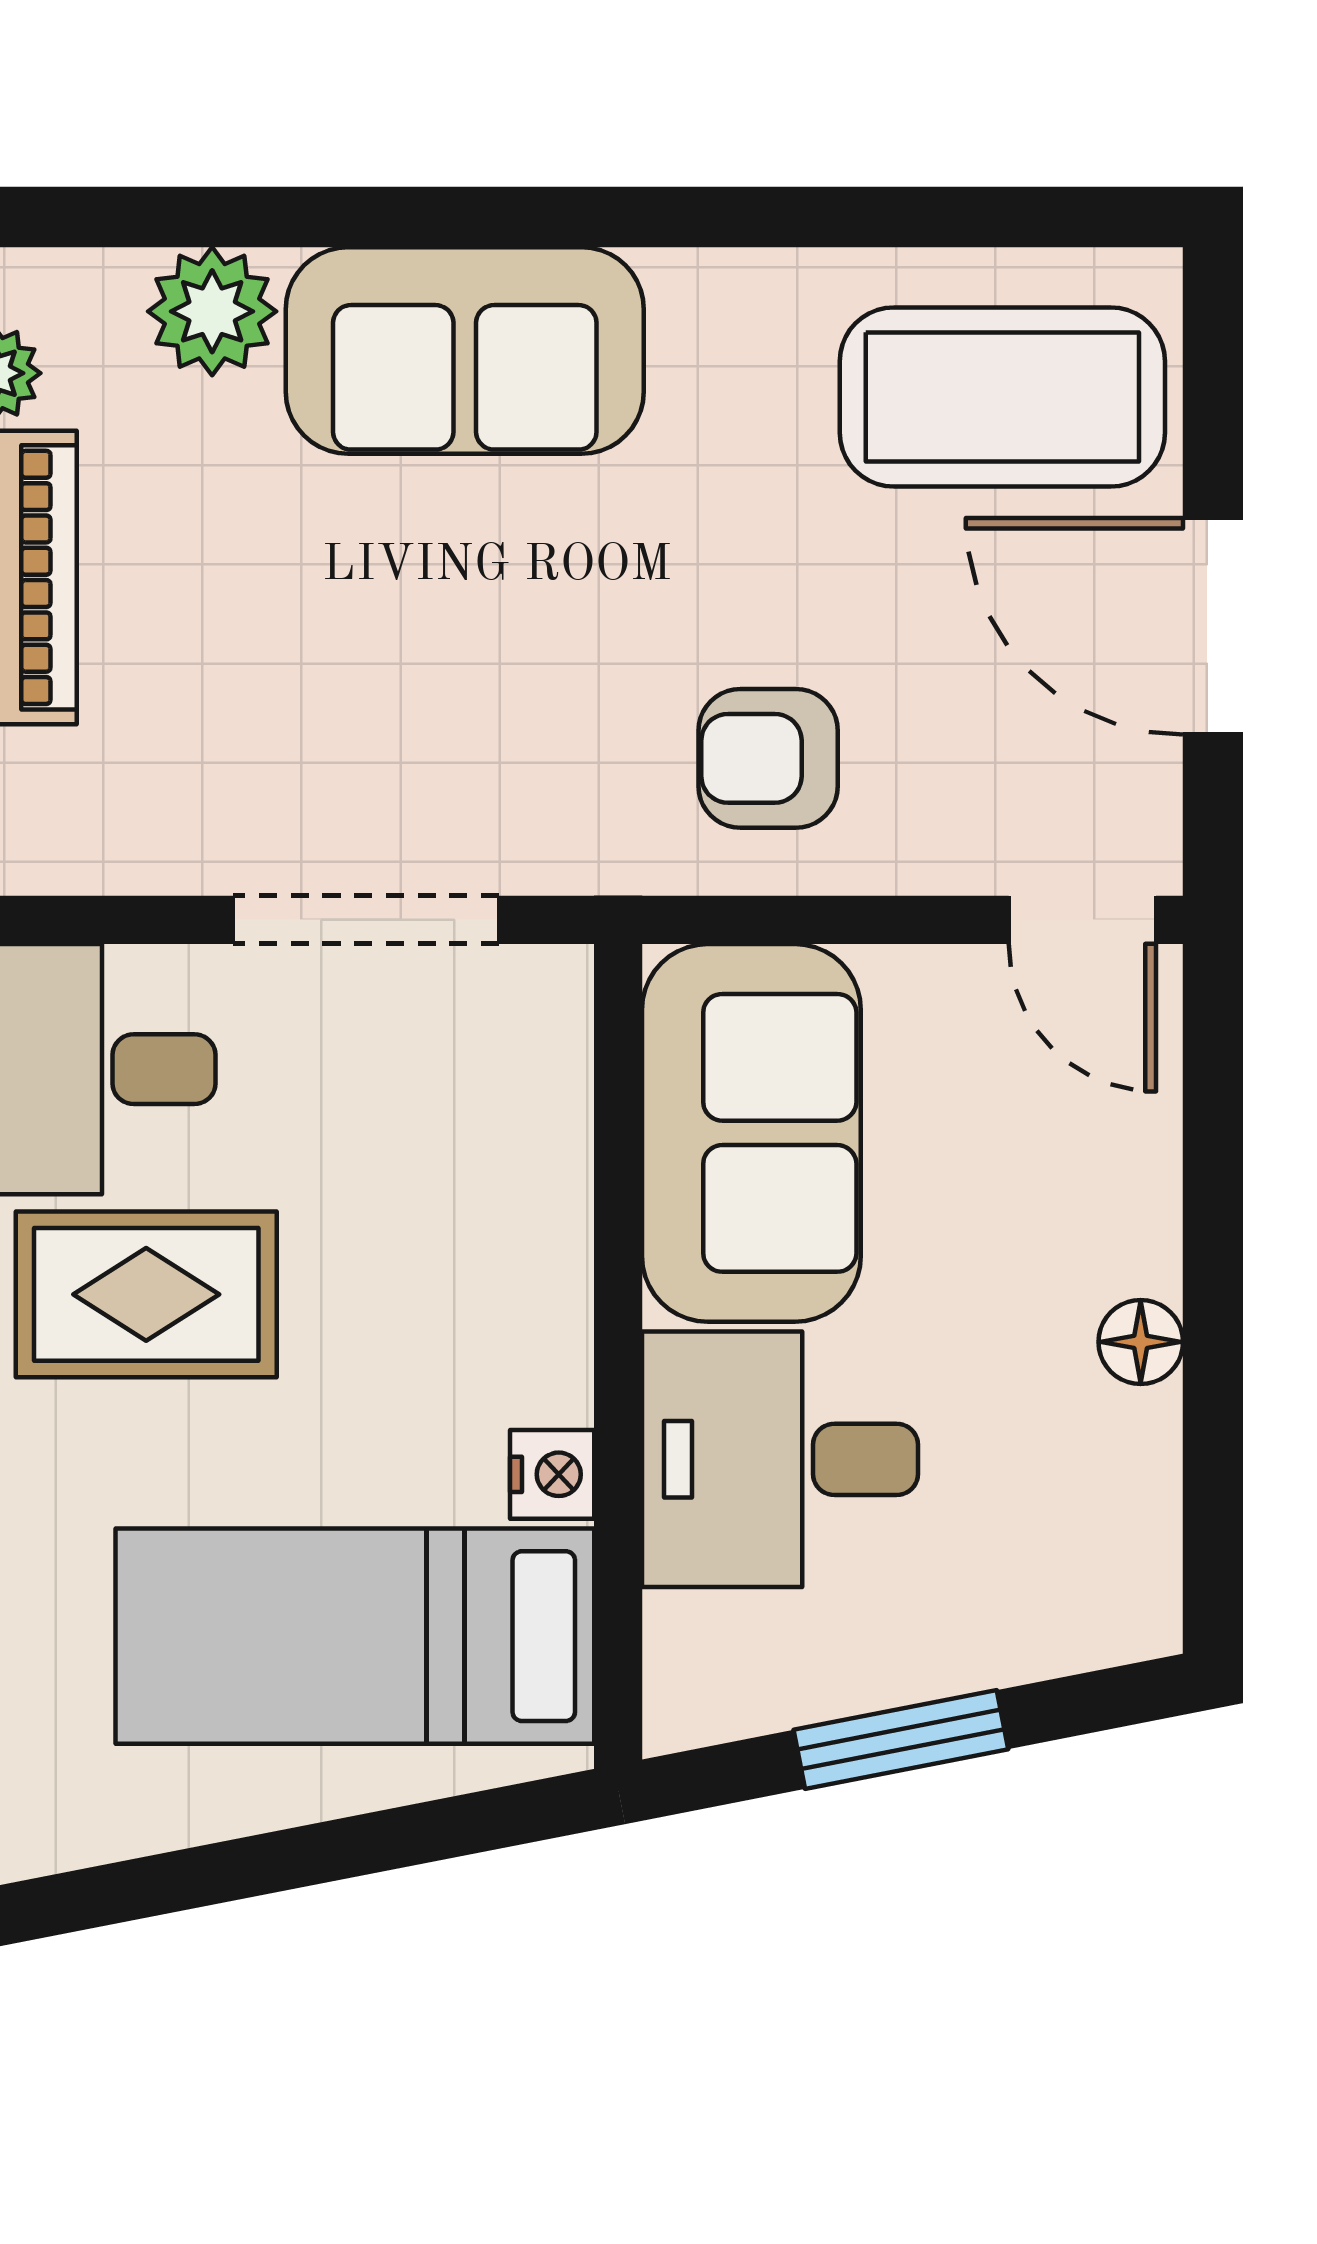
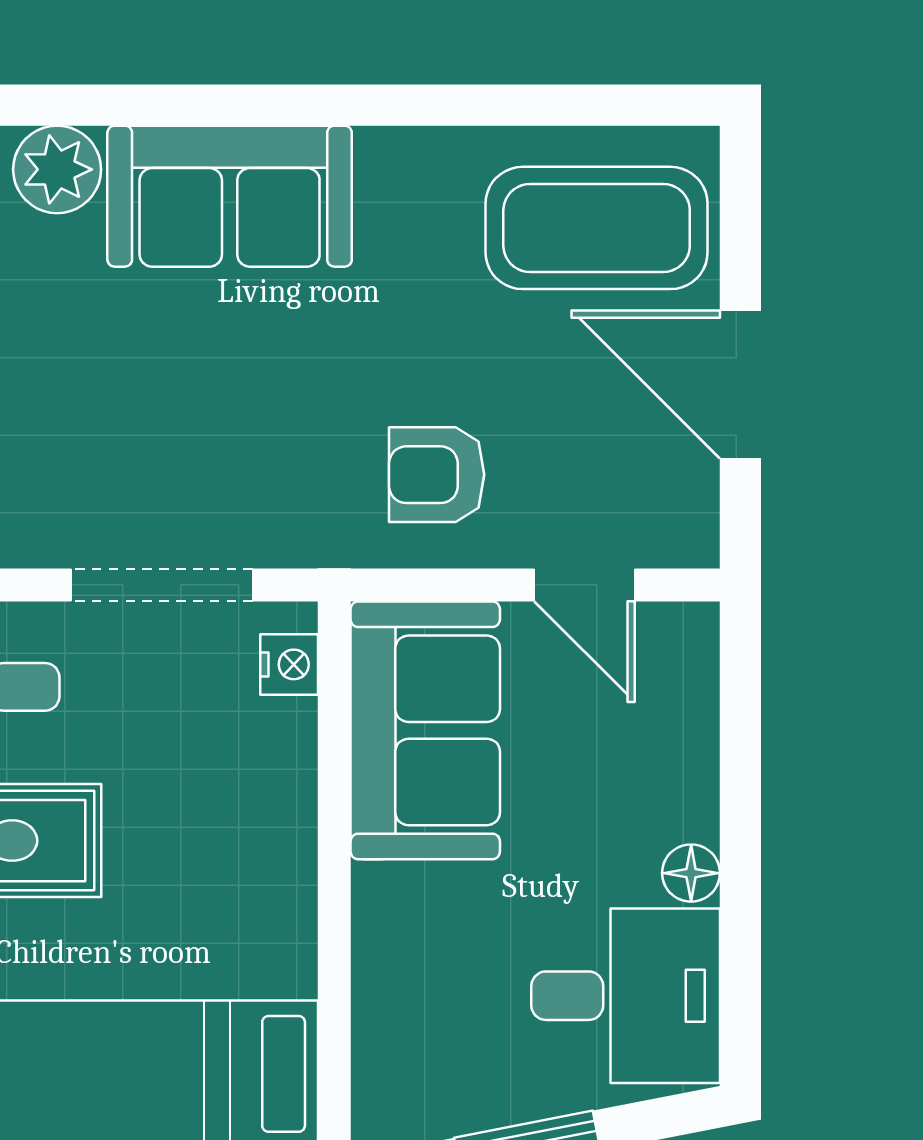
door: (1082, 920) -> (584, 585), moved
desk: (780, 1459) -> (626, 996), moved, turned 180
nightstand: (552, 1474) -> (289, 664), moved

